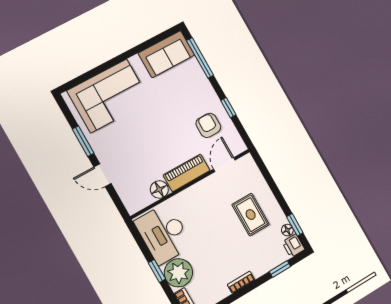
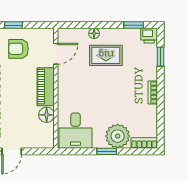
door: (224, 165) -> (56, 54), swing flipped
floor lamp: (287, 230) -> (94, 33), moved
desk: (163, 234) -> (76, 131), width x0.73

